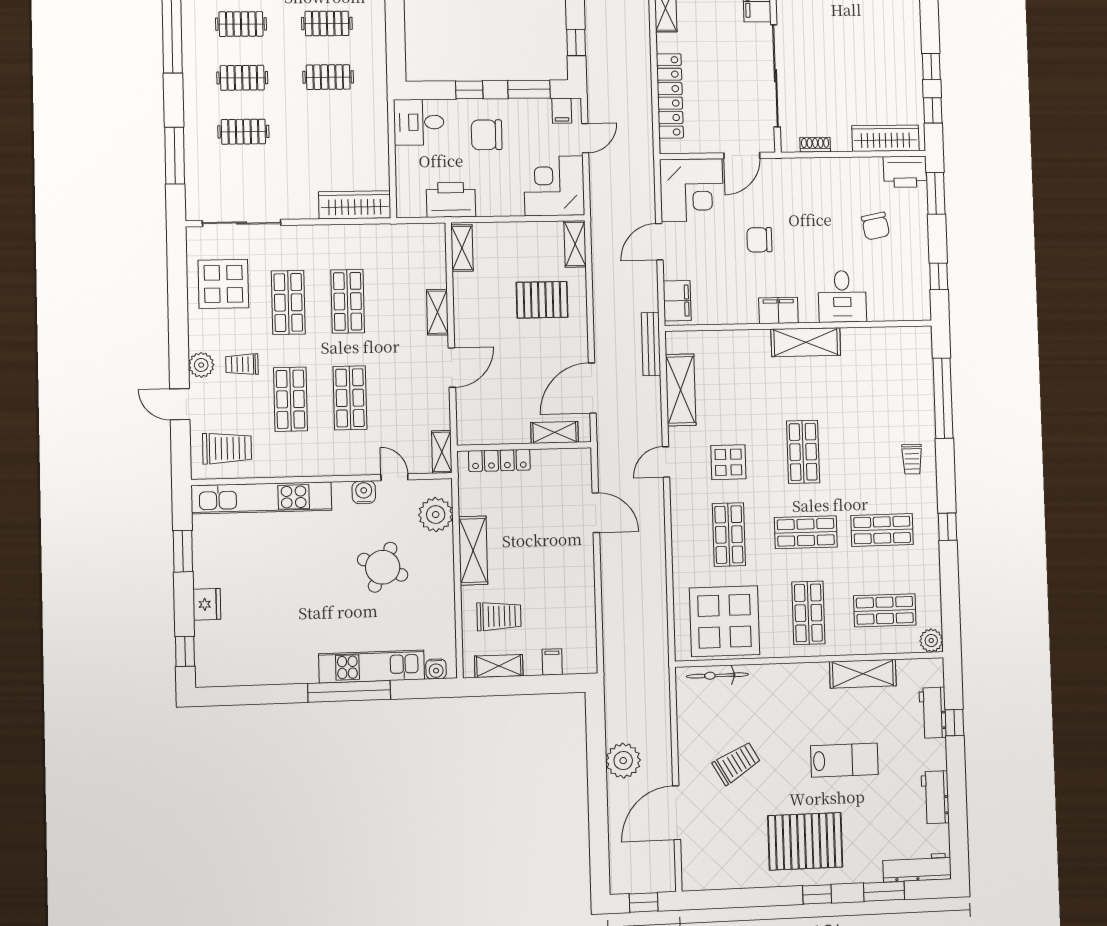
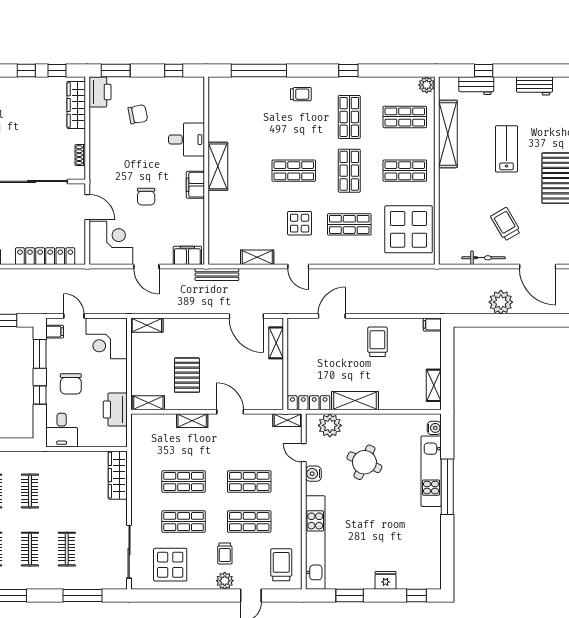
pallet: (542, 300) -> (187, 375), moved
shelving: (681, 390) -> (257, 257), width x0.67, depth x0.75
locker: (499, 460) -> (309, 403), moved, turned -90
door: (394, 477) -> (304, 453), hinge flipped
shop shelf: (885, 610) -> (405, 117), turned 90
trolley: (499, 616) -> (377, 342), moved
filing cabinet: (552, 662) -> (432, 324), moved
shelving: (863, 674) -> (448, 134), width x1.47
bicycle: (717, 675) -> (483, 258), moved, turned -90

